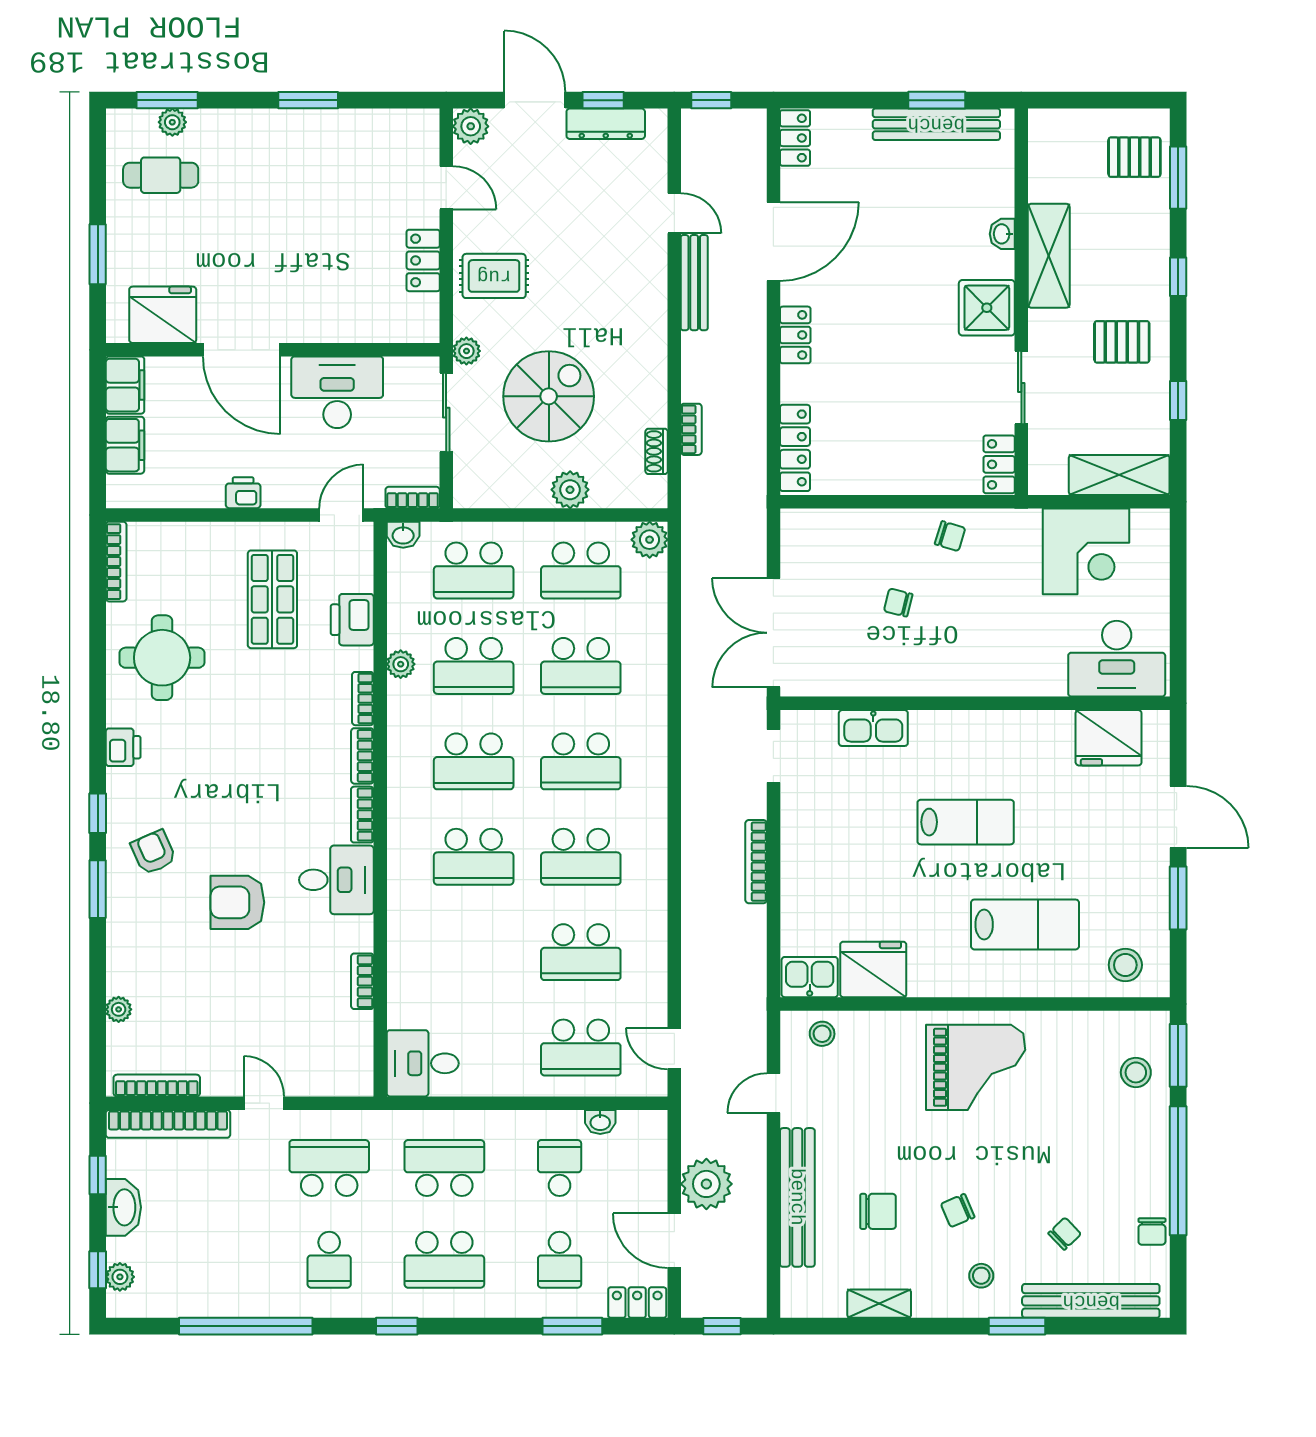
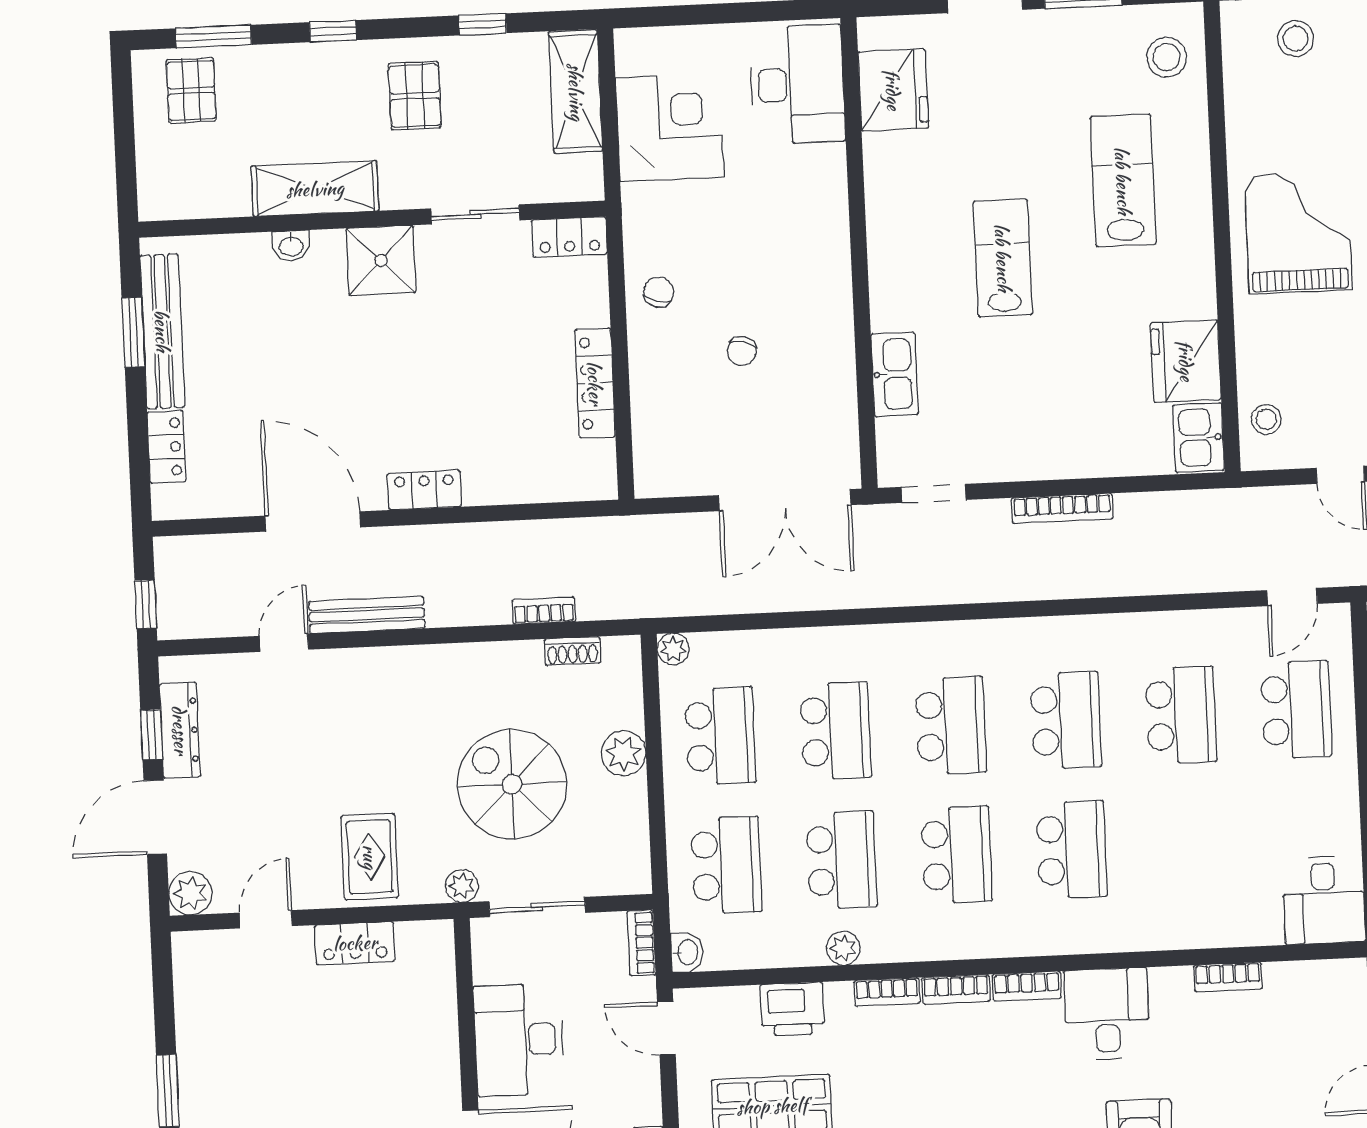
locker: (795, 138) -> (167, 447), moved, turned 90
locker: (795, 448) -> (595, 383), moved, turned -90
plant: (650, 540) -> (673, 649), width x0.73, depth x0.73

